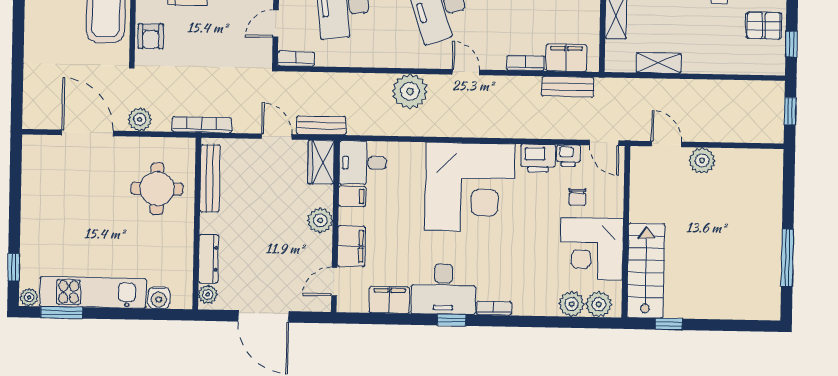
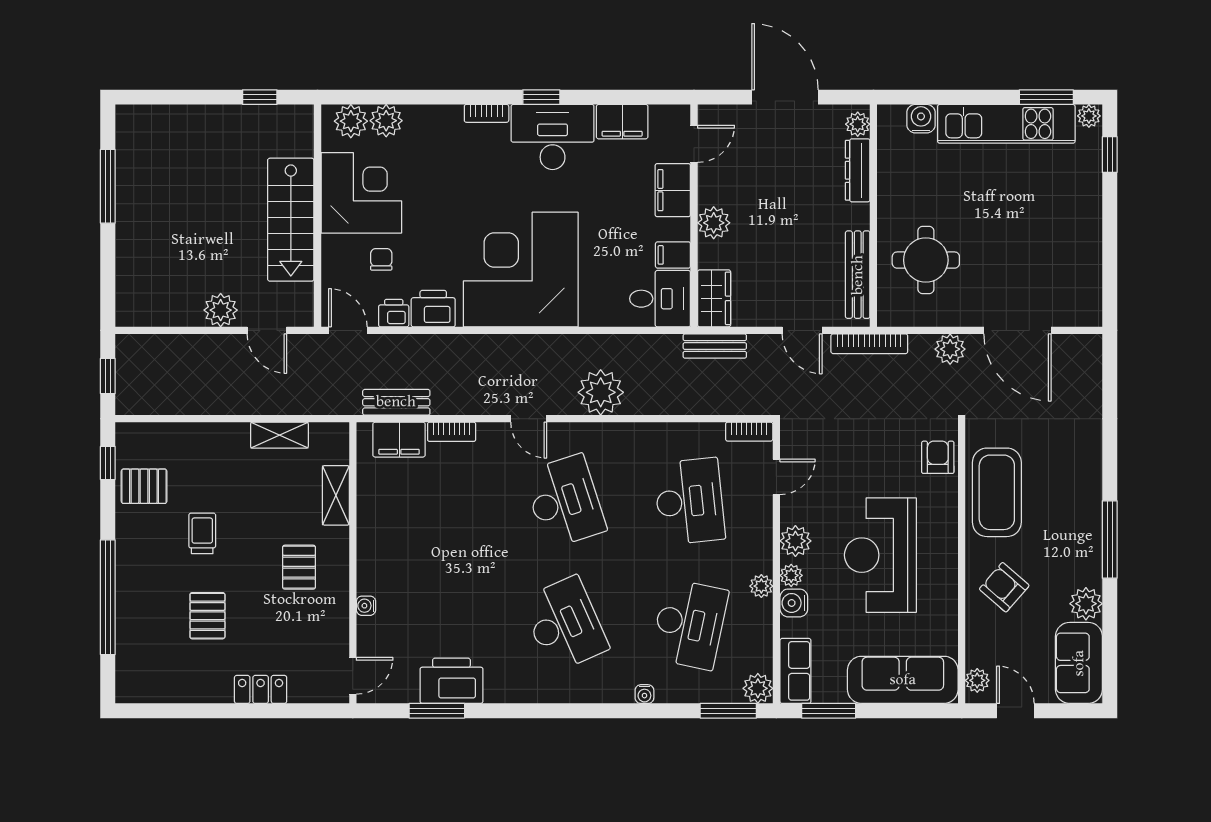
door: (277, 137) -> (802, 330), moved
stairs: (646, 271) -> (291, 220), moved

